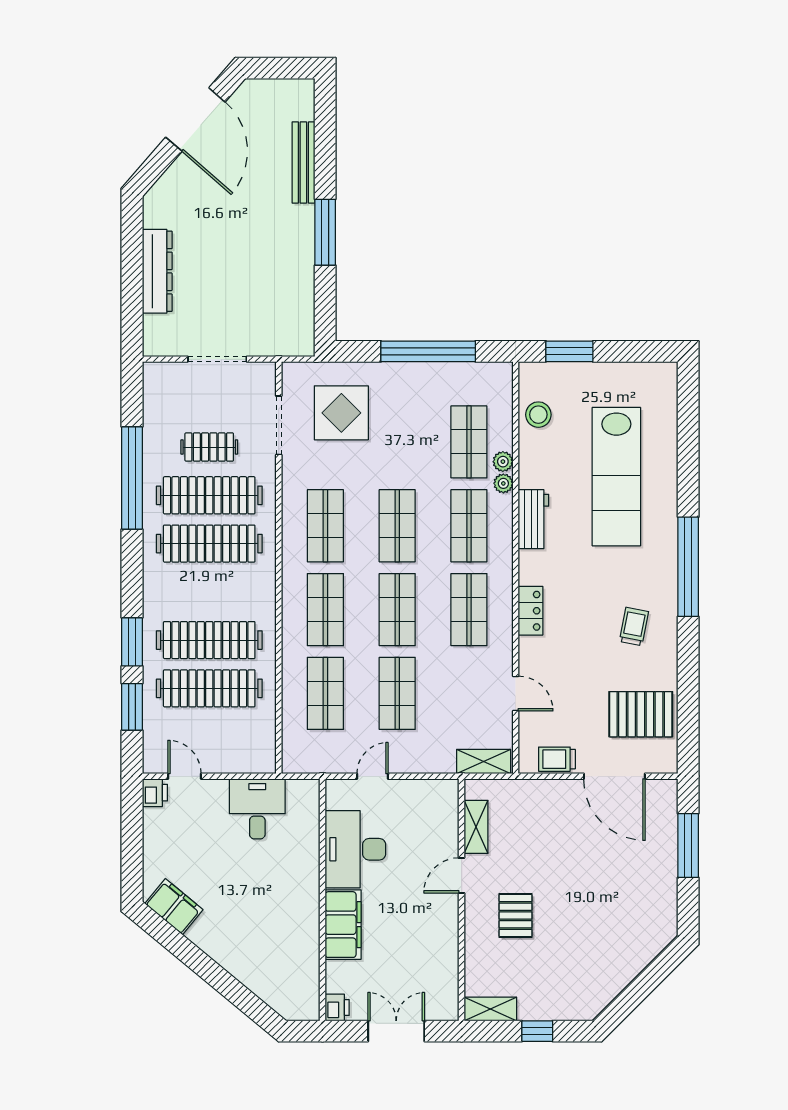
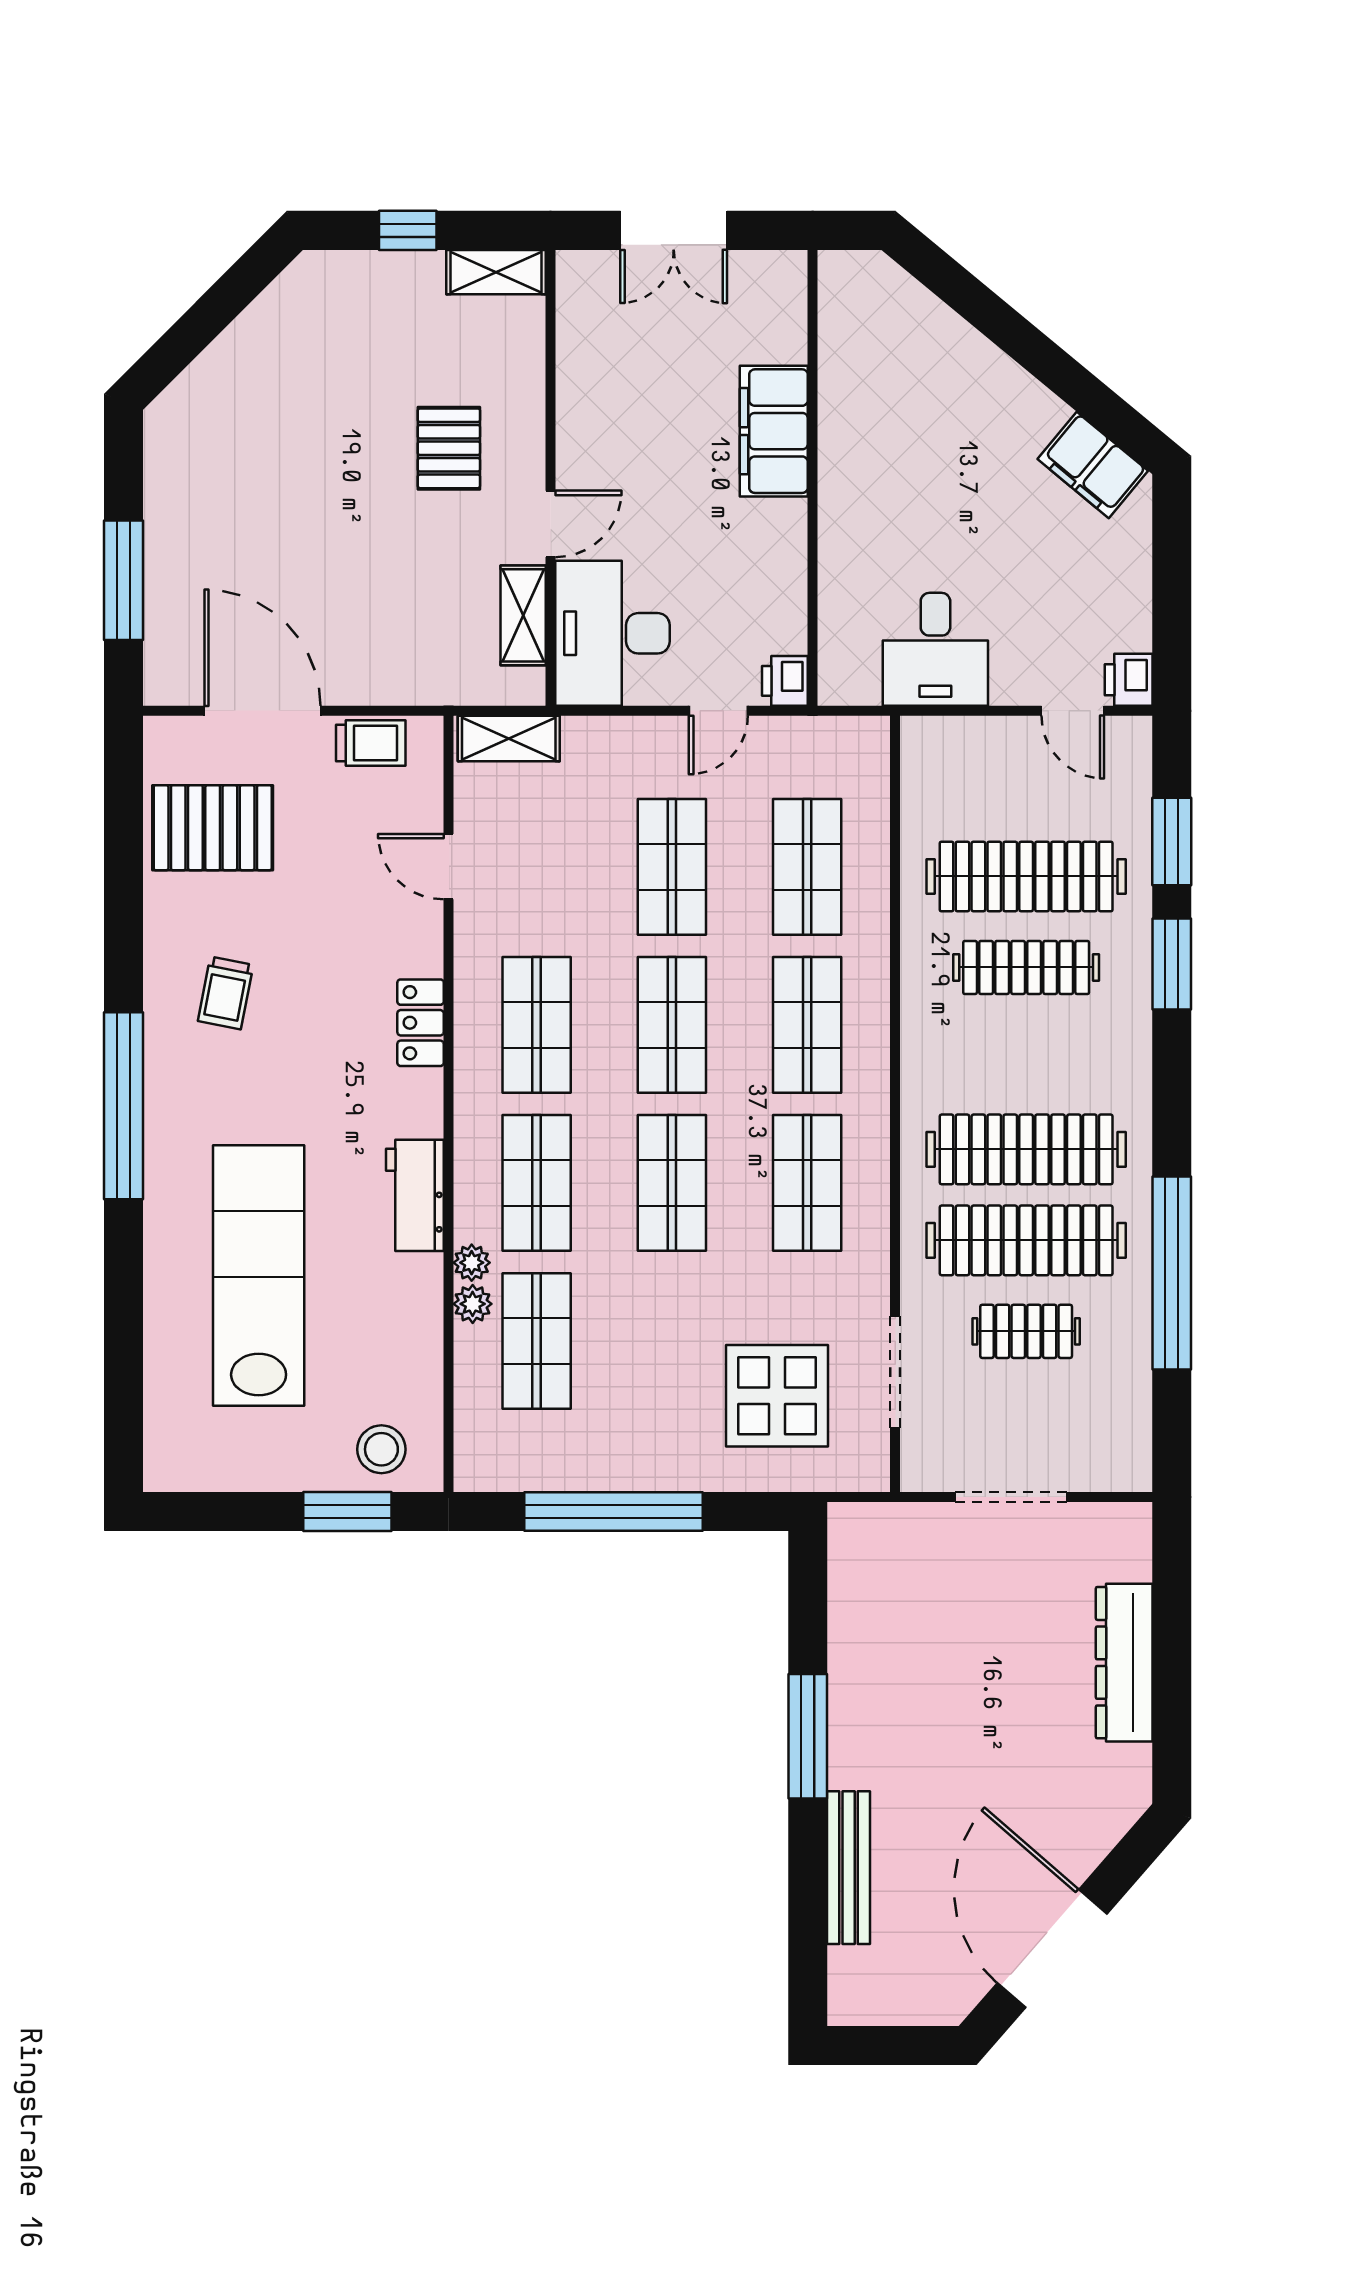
stool: (538, 415) -> (381, 1449), moved
clothes rail: (209, 640) -> (1026, 967), width x0.73, depth x0.76
desk: (355, 849) -> (612, 633), moved, turned 180
printer: (337, 1008) -> (785, 681), moved

